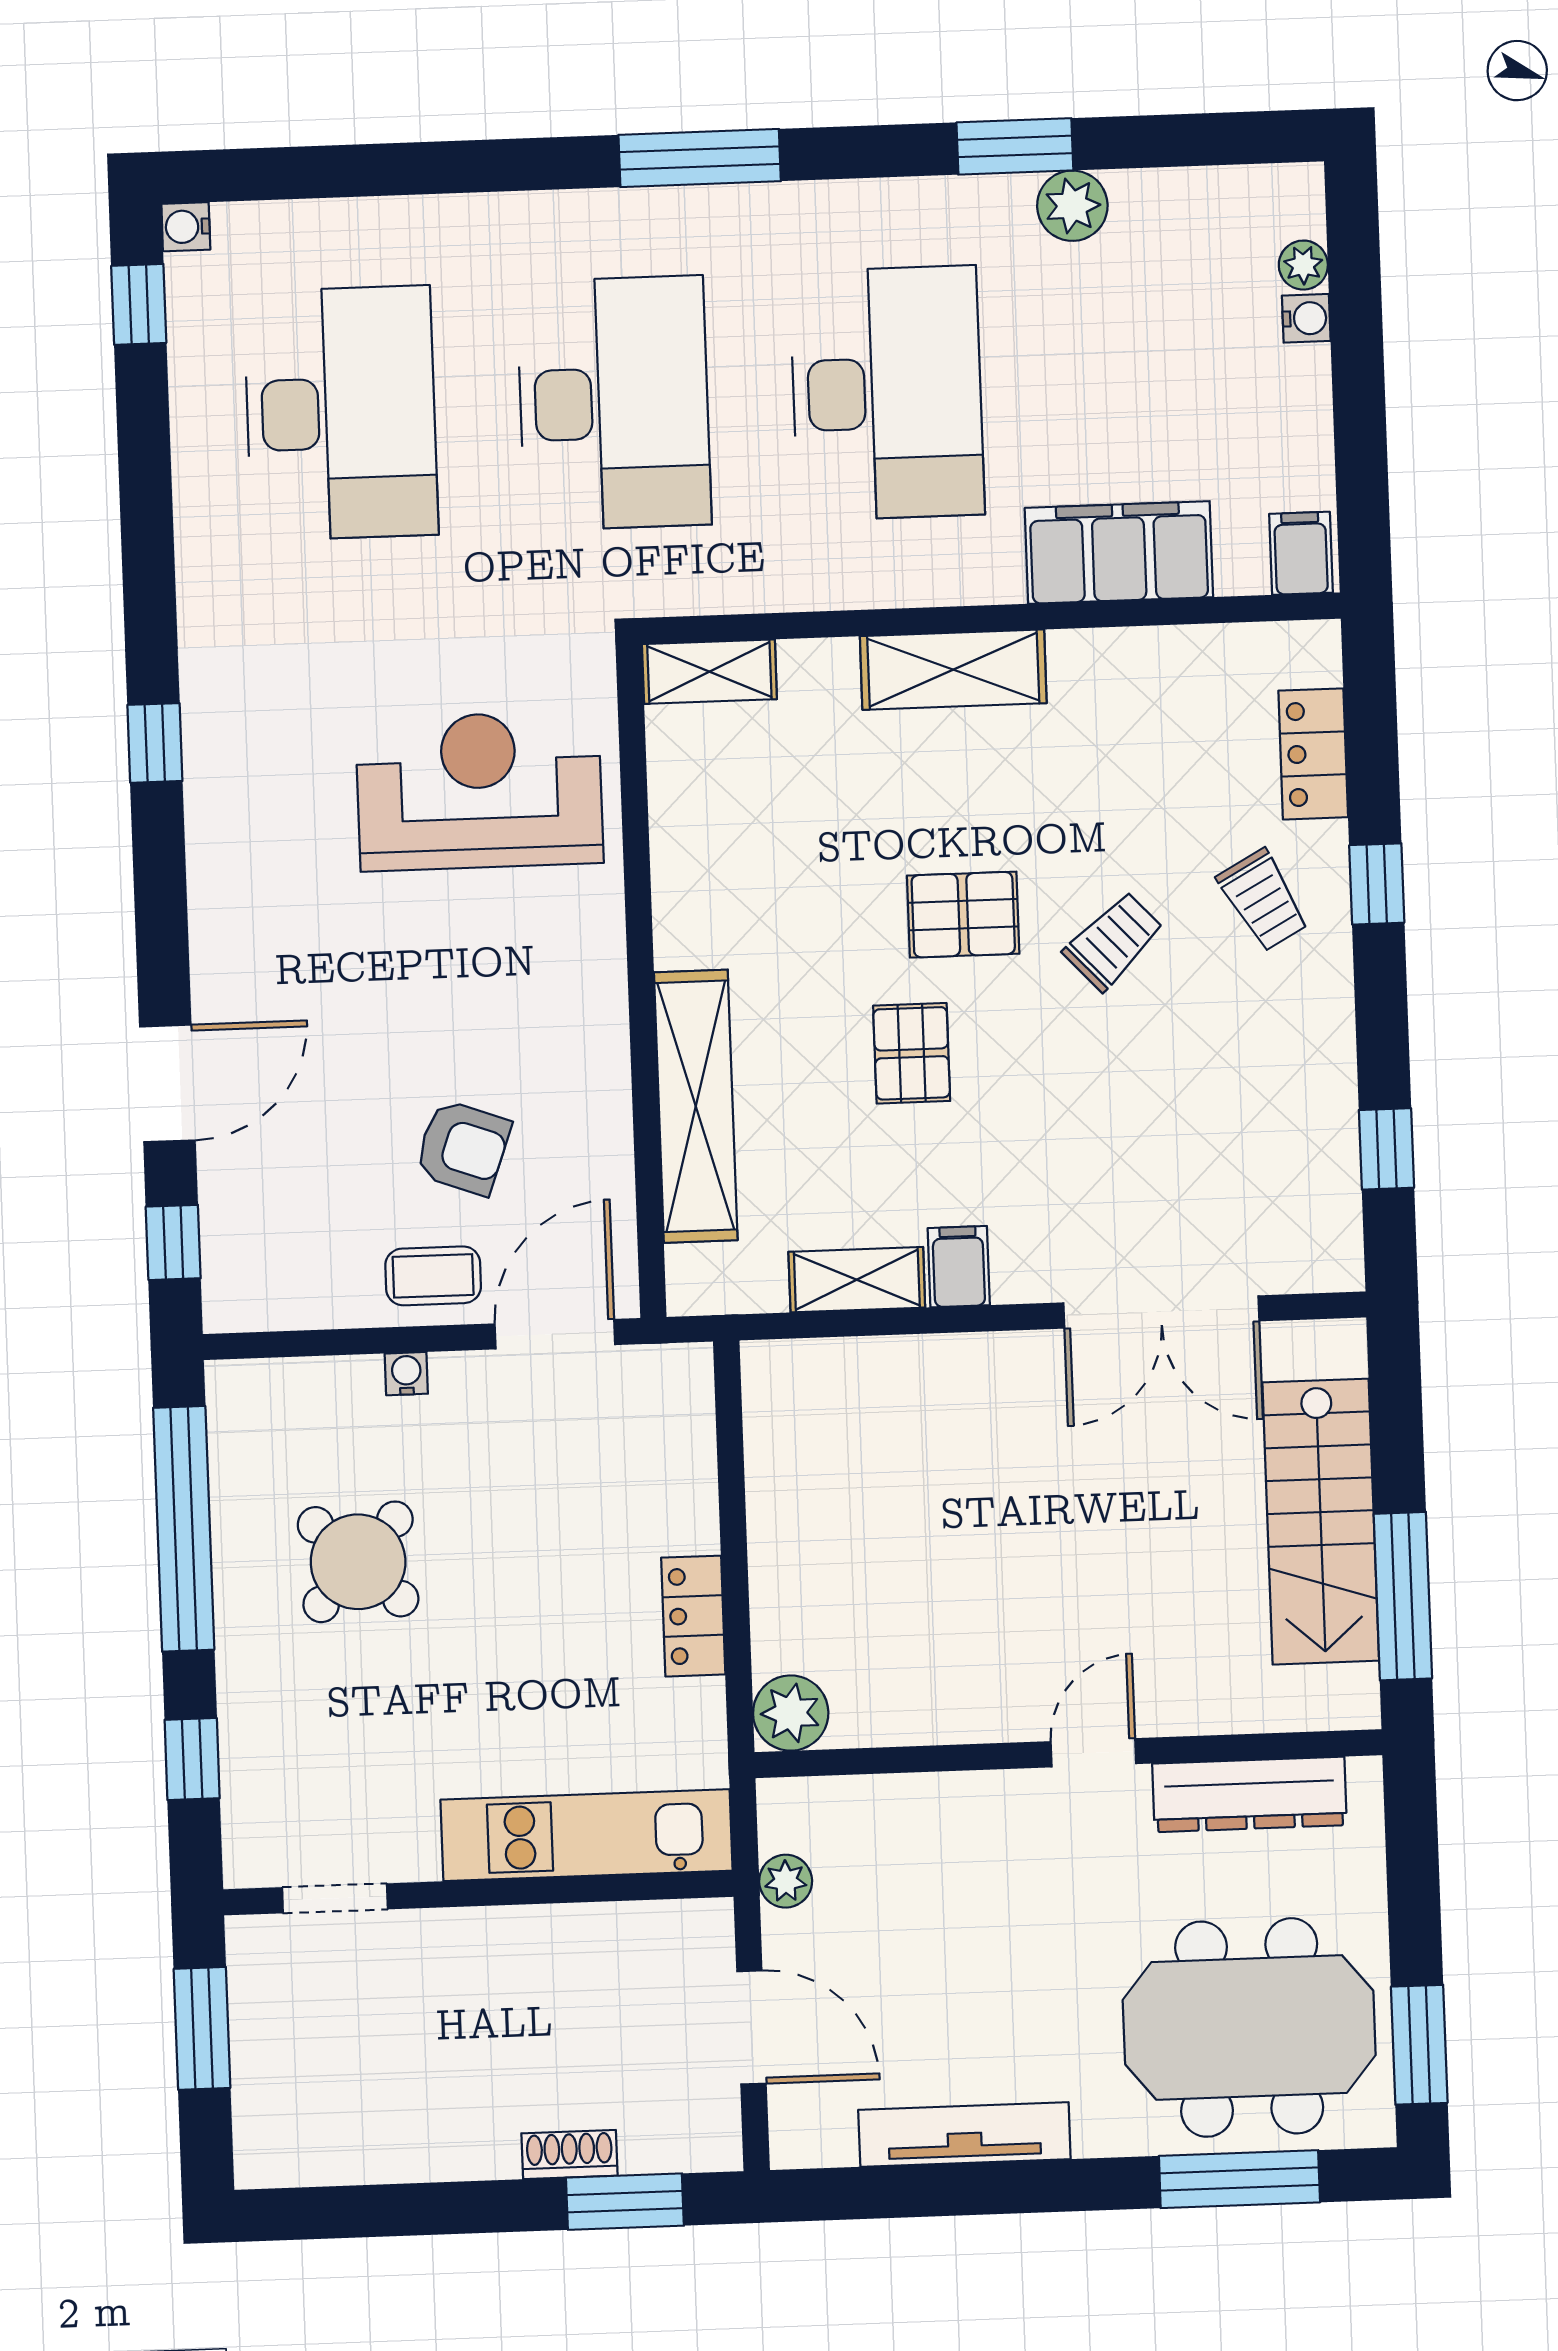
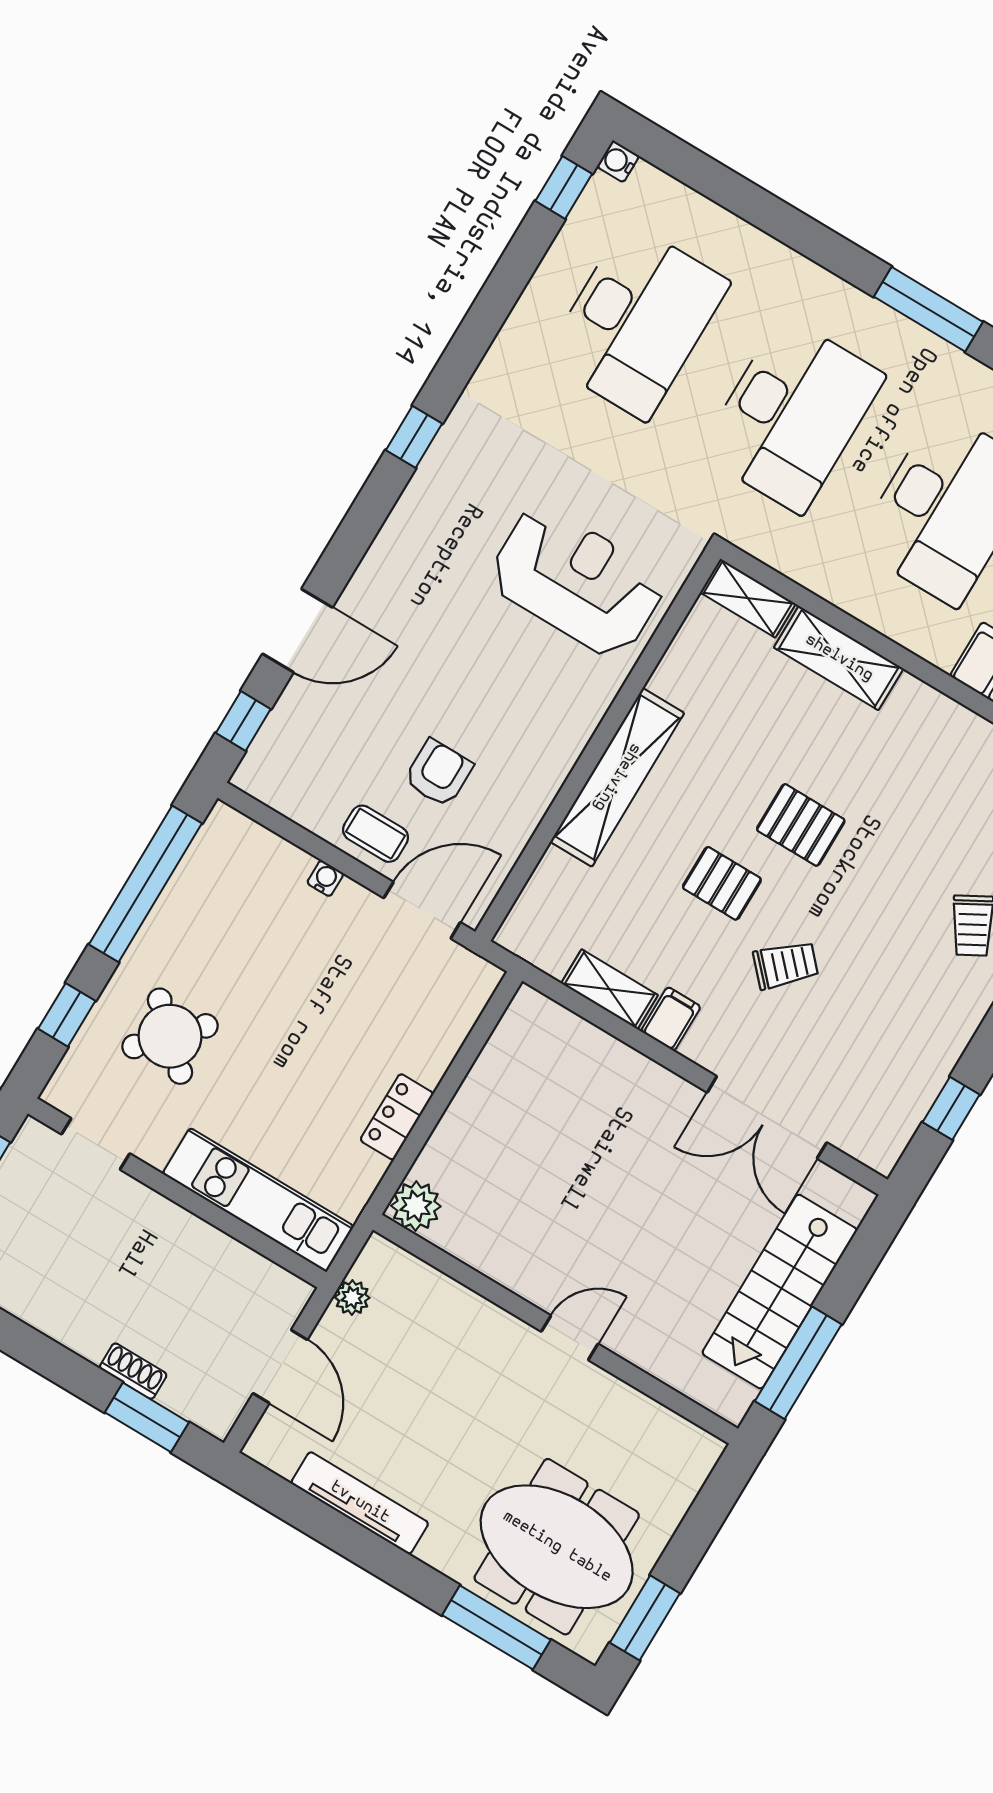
shelving: (953, 670) -> (839, 658), moved
trolley: (1113, 941) -> (786, 965), moved
pallet: (912, 1053) -> (722, 883), turned 90
shelving: (696, 1106) -> (617, 777), moved
armchair: (463, 1147) -> (438, 773), turned -110
round table: (358, 1562) -> (170, 1036), moved
dresser: (1249, 1794) -> (641, 1417), removed

